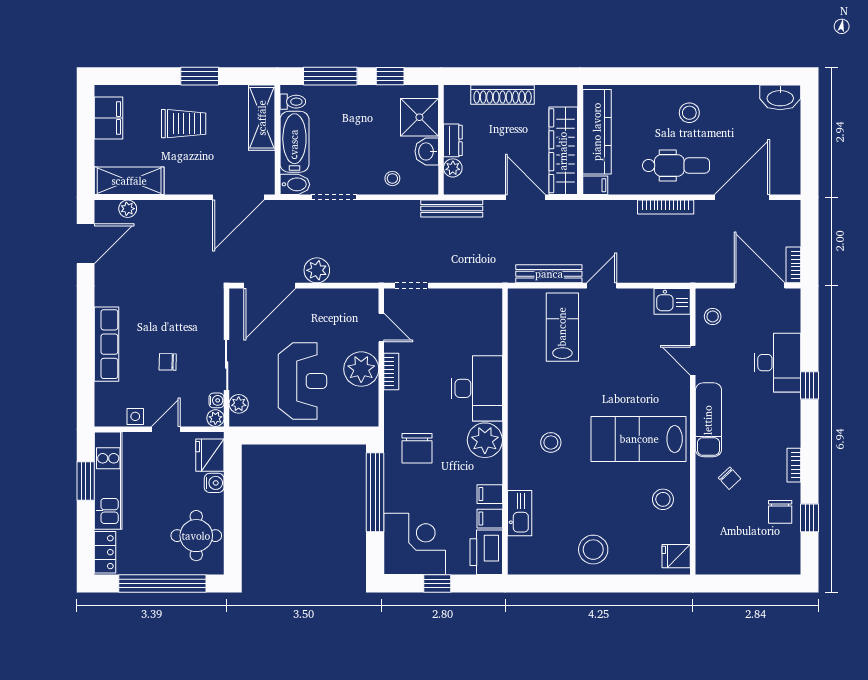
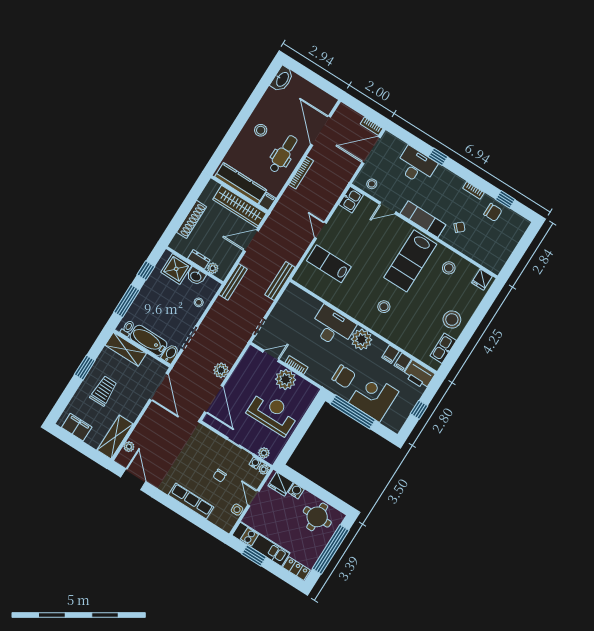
bench: (549, 274) -> (280, 281), moved
kitchen sink: (520, 513) -> (443, 348), moved, turned -90
corner desk: (415, 544) -> (374, 397), moved

